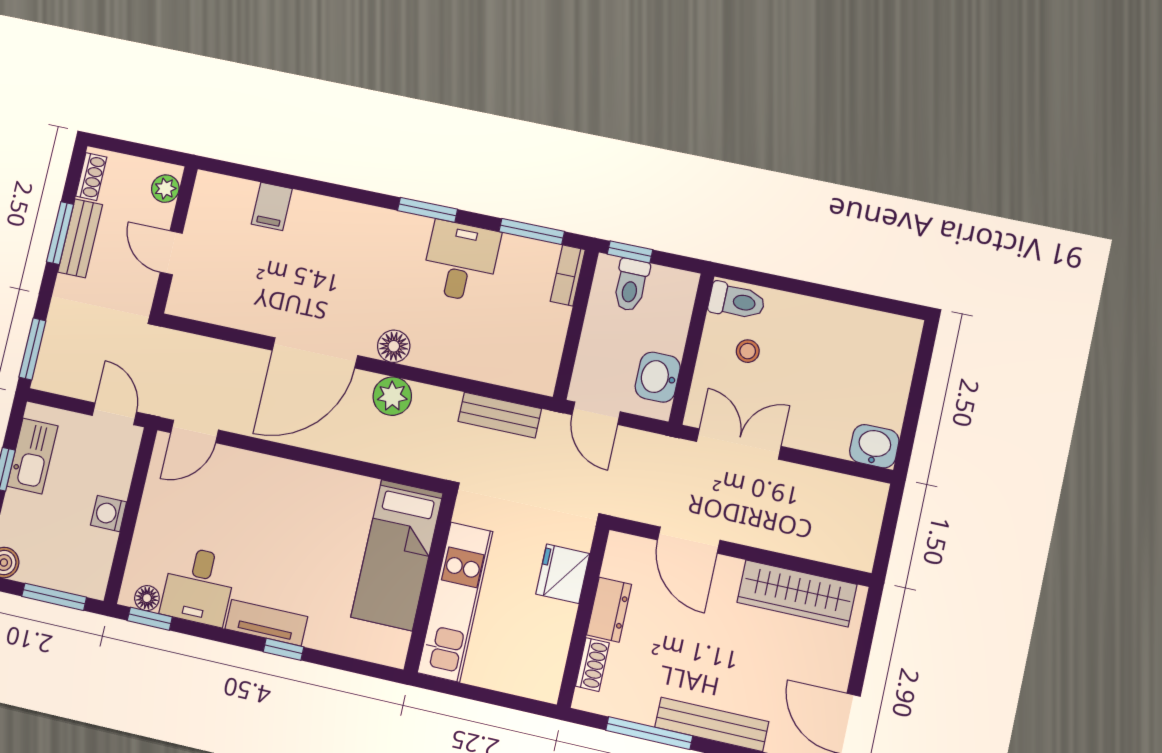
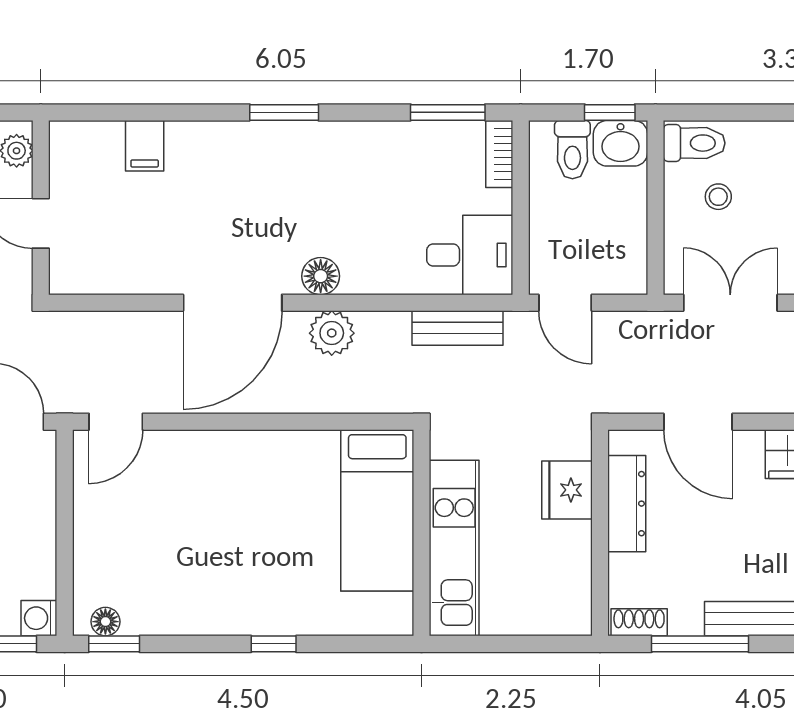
window: (428, 210) -> (284, 112), moved
window: (630, 252) -> (610, 112), moved
desk: (461, 261) -> (470, 255), moved, turned 90
washbasin: (658, 377) -> (620, 143), moved, turned -90
washing machine: (109, 514) -> (39, 618), moved
desk: (199, 586) -> (161, 595), removed
dresser: (609, 610) -> (627, 504), width x1.44
tv unit: (266, 623) -> (247, 619), removed
shoe rack: (592, 665) -> (639, 622), moved, turned -90

